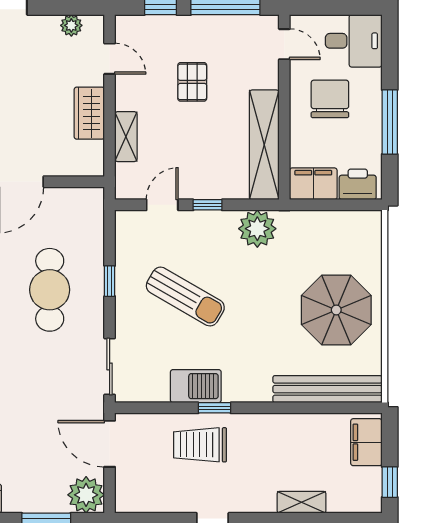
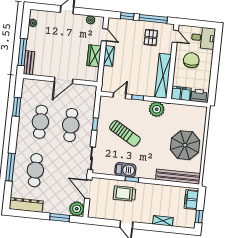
pallet: (192, 82) -> (151, 37), moved
window: (390, 122) -> (214, 72), removed
shelving: (126, 137) -> (109, 56), moved

